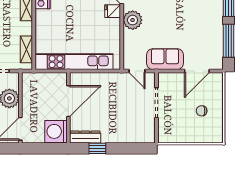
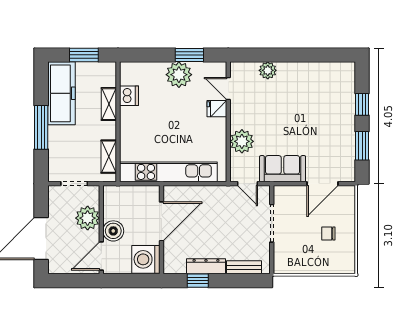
plant: (133, 20) -> (242, 141), moved
window: (228, 41) -> (362, 146), width x0.69
boiler: (30, 109) -> (113, 231), added
dresser: (85, 137) -> (206, 266), moved
bench: (134, 138) -> (244, 267), added

